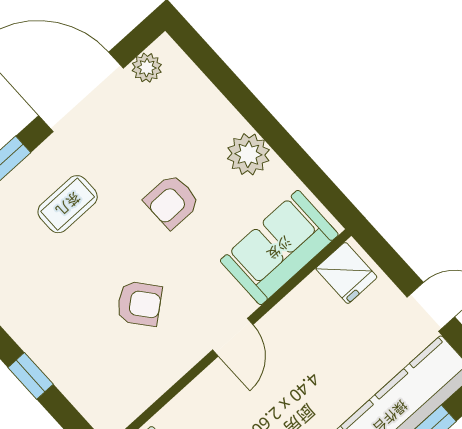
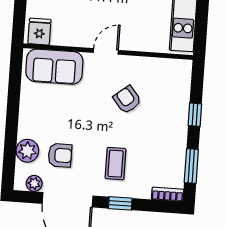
plant: (248, 154) -> (27, 151), moved
armchair: (172, 201) -> (60, 155), moved
coffee table: (68, 204) -> (116, 164), turned 90

